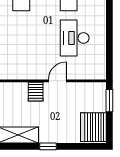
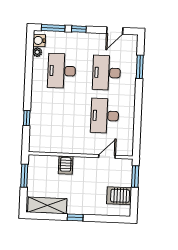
door: (57, 81) -> (107, 157), moved
server rack: (93, 127) -> (119, 196), width x0.62

